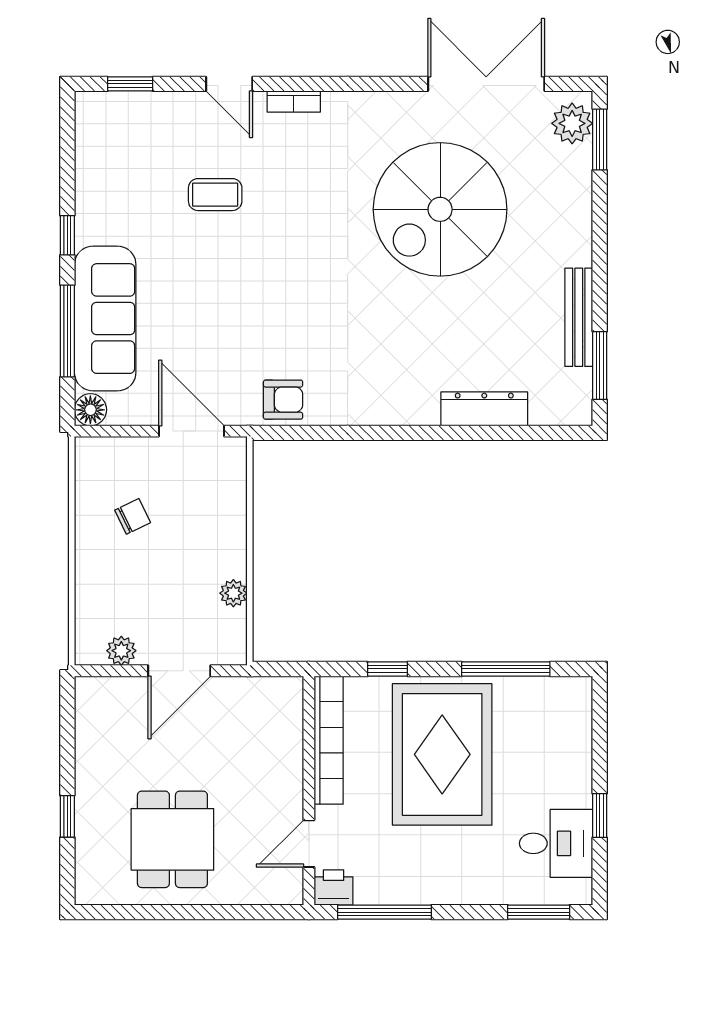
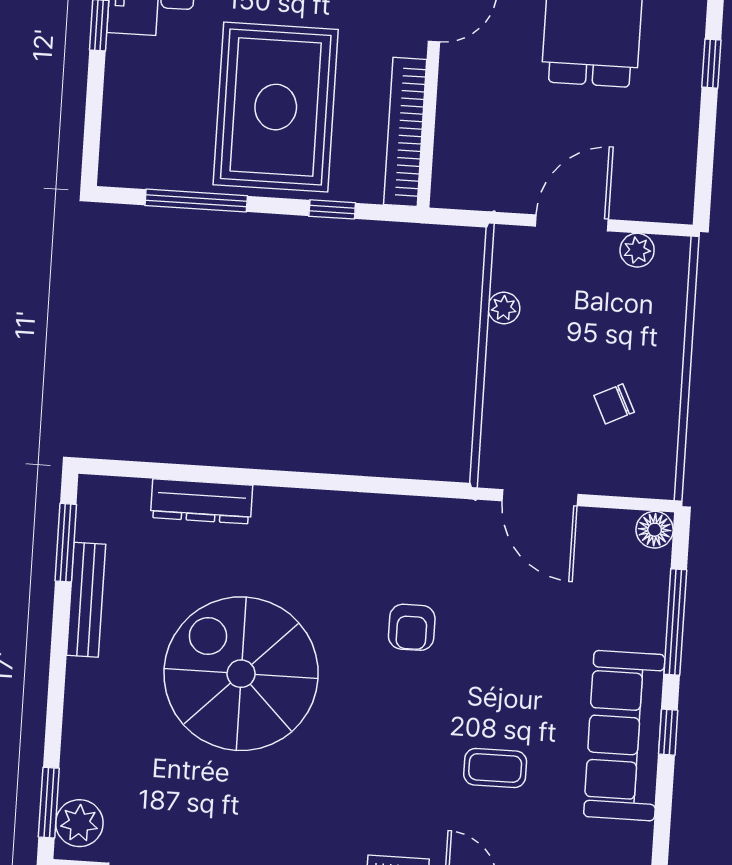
spiral stairs: (440, 209) -> (241, 674), moved, turned -90
sofa: (105, 319) -> (624, 736), moved
armchair: (283, 400) -> (412, 627), moved, turned -90

